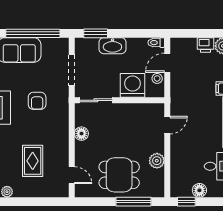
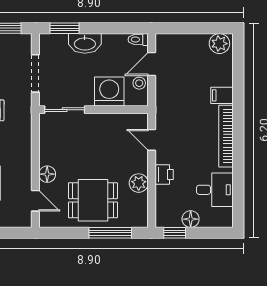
printer: (206, 45) -> (164, 174), moved, turned -90
door: (167, 125) -> (152, 140), swing flipped
floor lamp: (81, 134) -> (47, 174), moved

